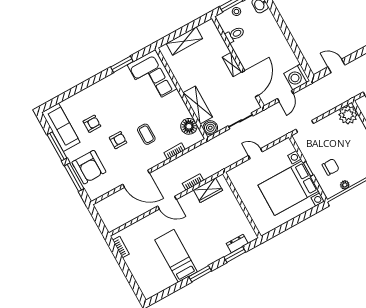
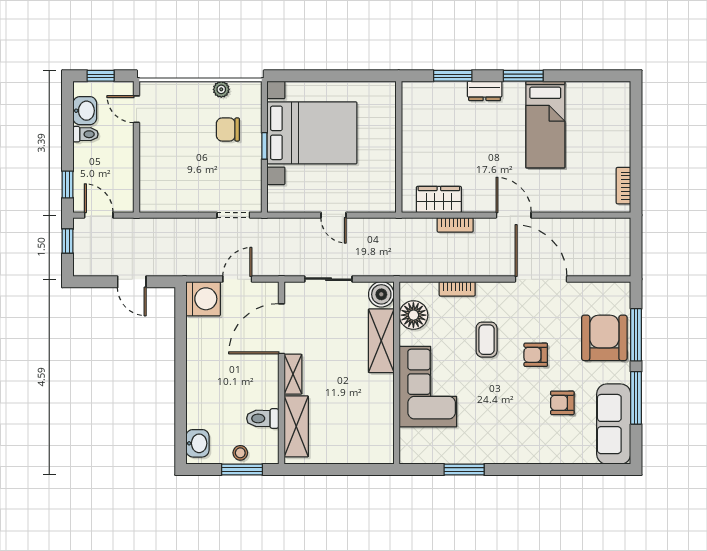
shelving: (184, 41) -> (296, 426), moved, turned 90
corner sofa: (152, 77) -> (428, 387), moved
plant: (348, 115) -> (156, 196), removed
dresser: (237, 244) -> (485, 91), moved

